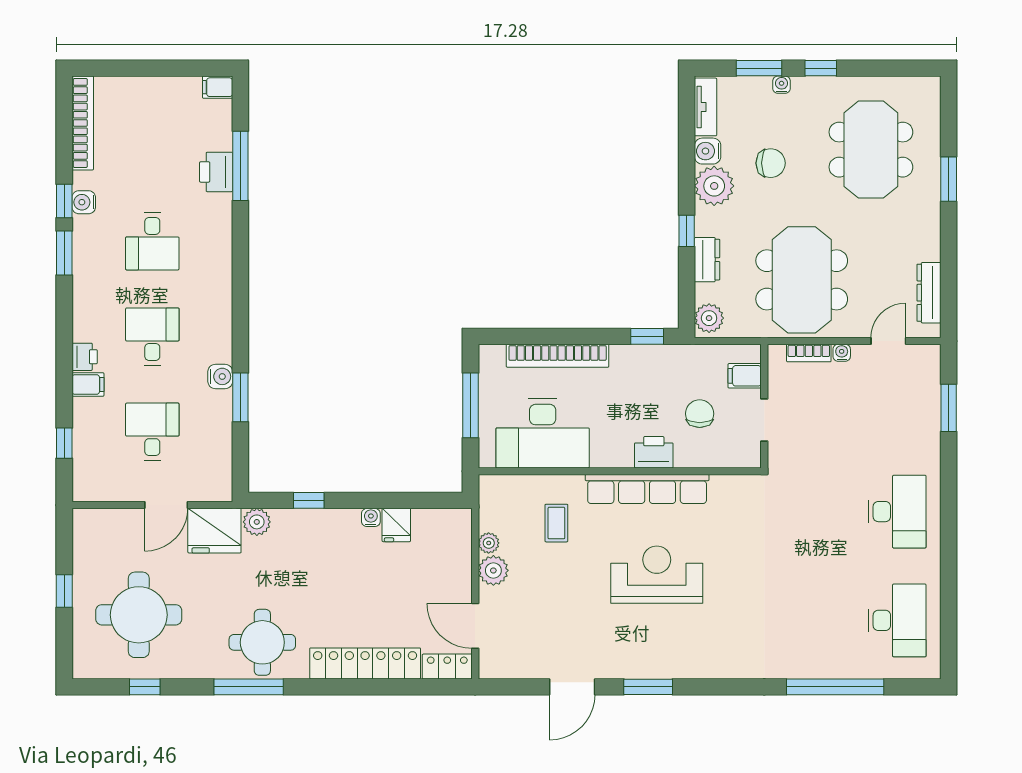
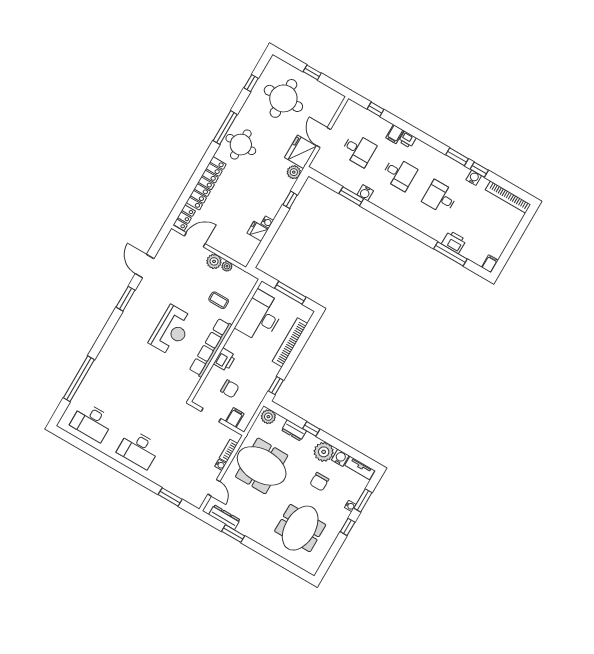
meeting table: (871, 150) -> (300, 528), turned 90
window: (949, 179) -> (233, 534), moved

